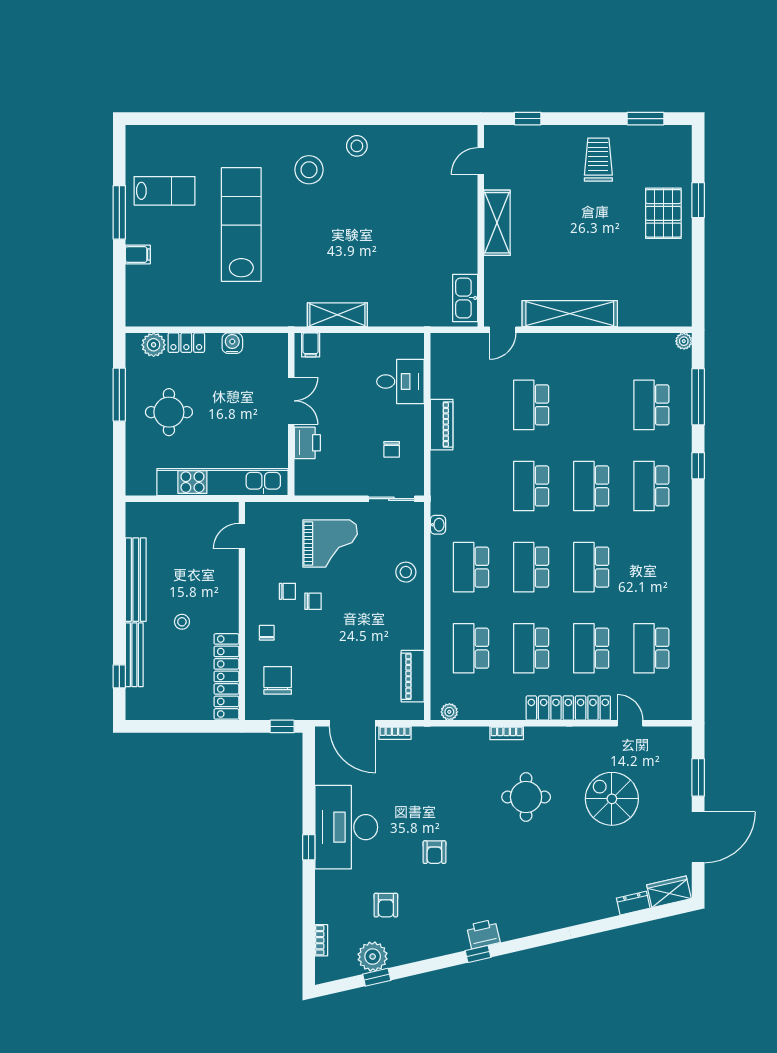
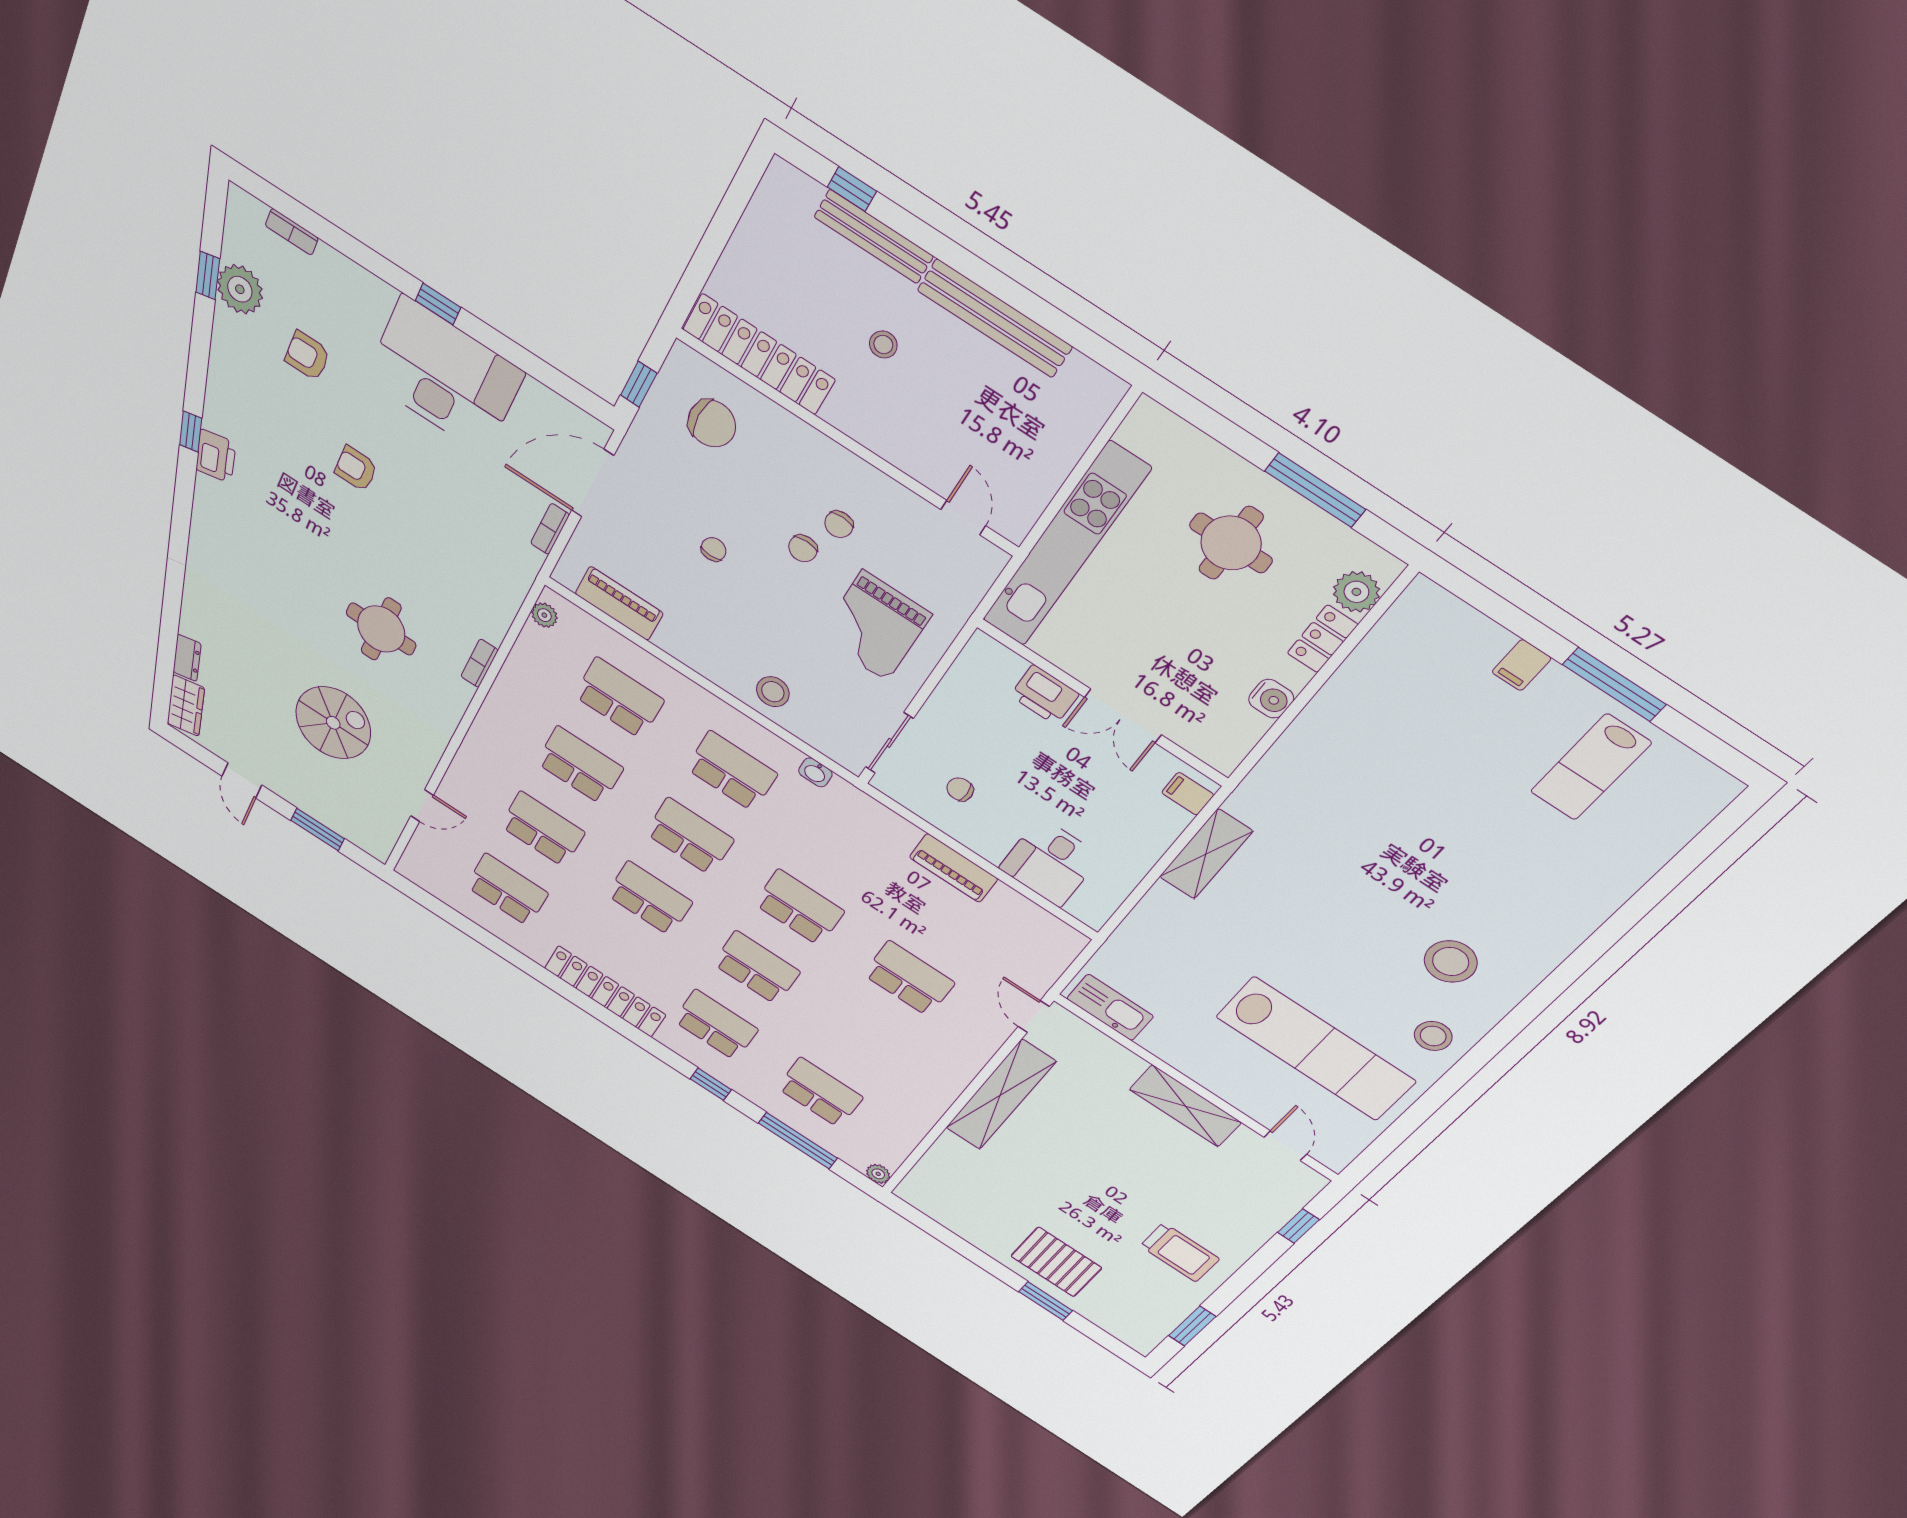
lab bench: (241, 224) -> (1315, 1049), moved
chair: (267, 633) -> (714, 549), moved, turned -90
locker: (568, 708) -> (605, 992), moved, turned -90
door: (698, 837) -> (242, 781), width x0.53

